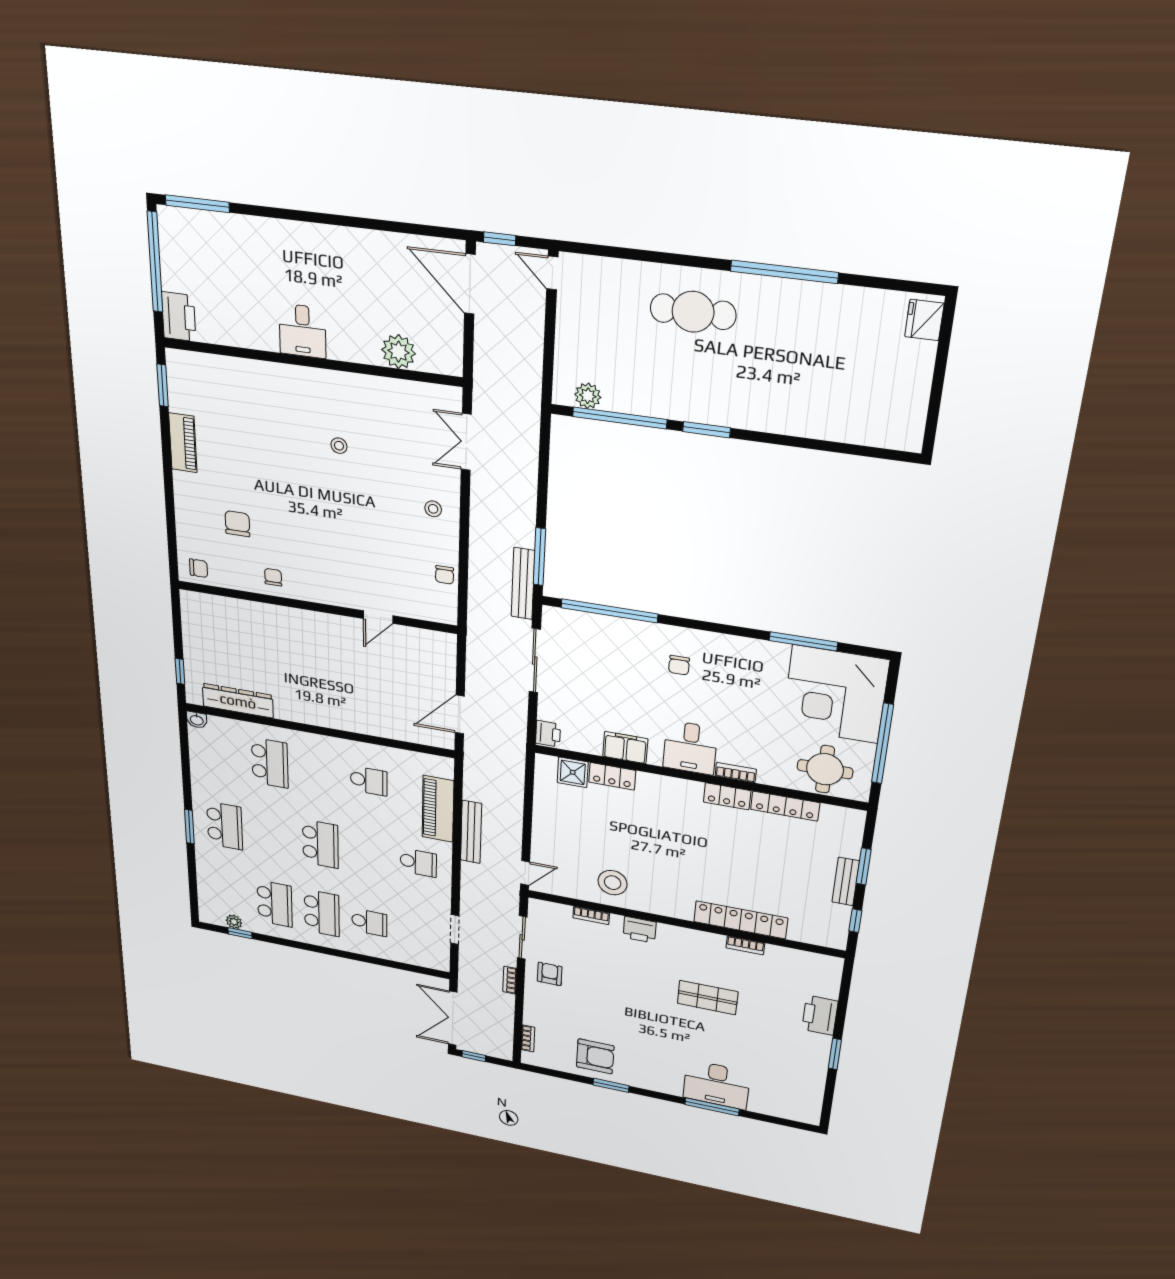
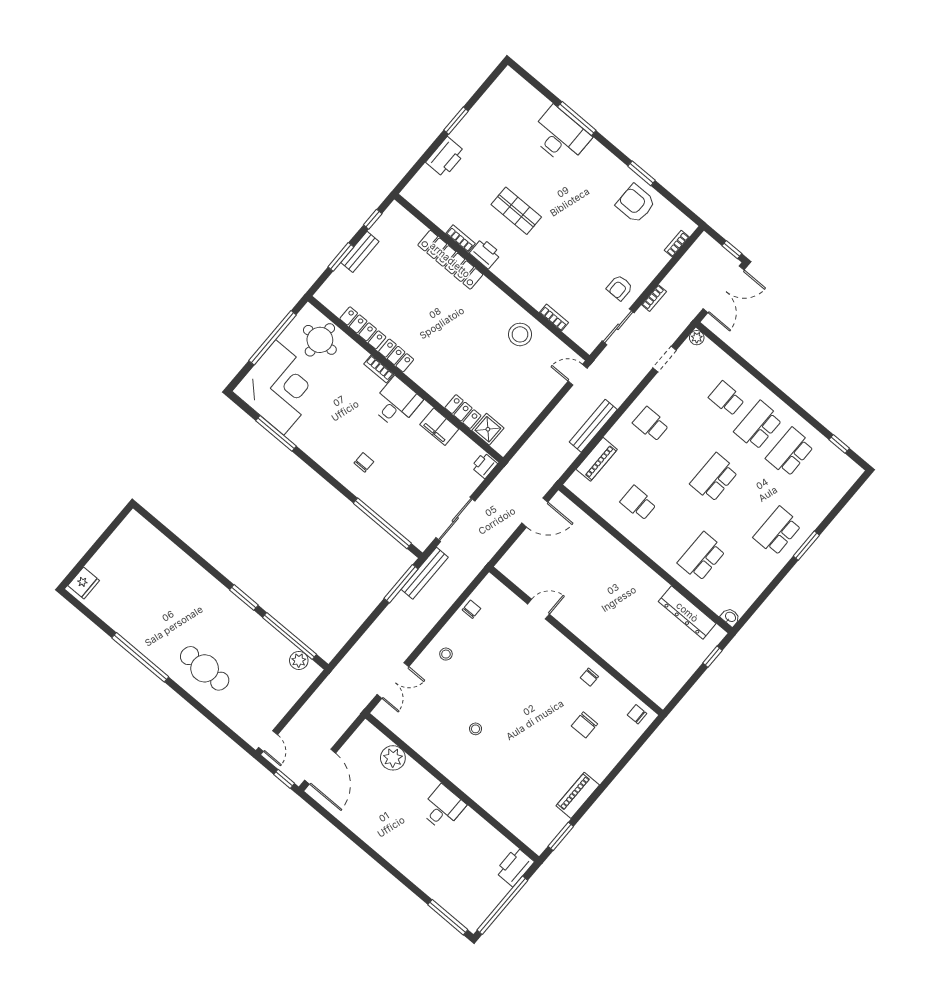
piano: (438, 809) -> (597, 459), width x0.73, depth x0.75
plant: (234, 922) -> (697, 338), moved
printer: (640, 930) -> (485, 253), moved

